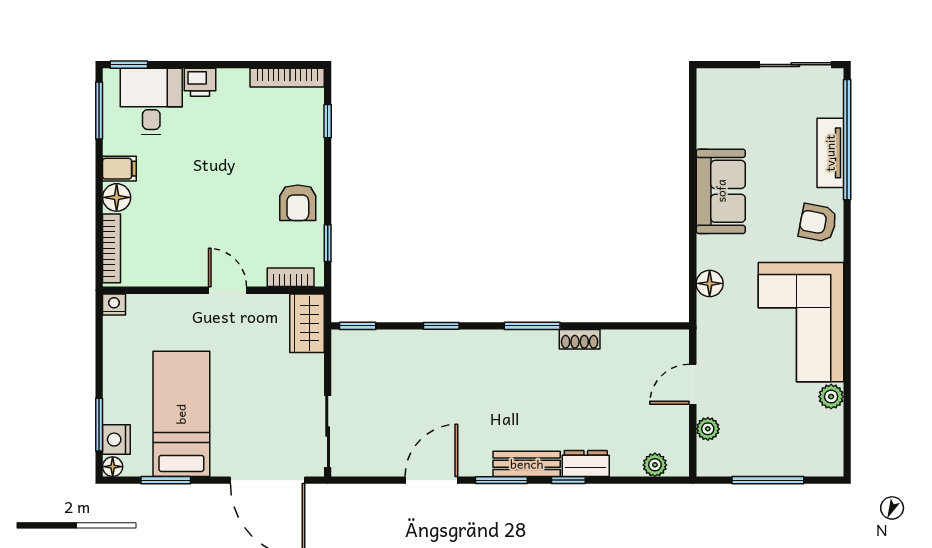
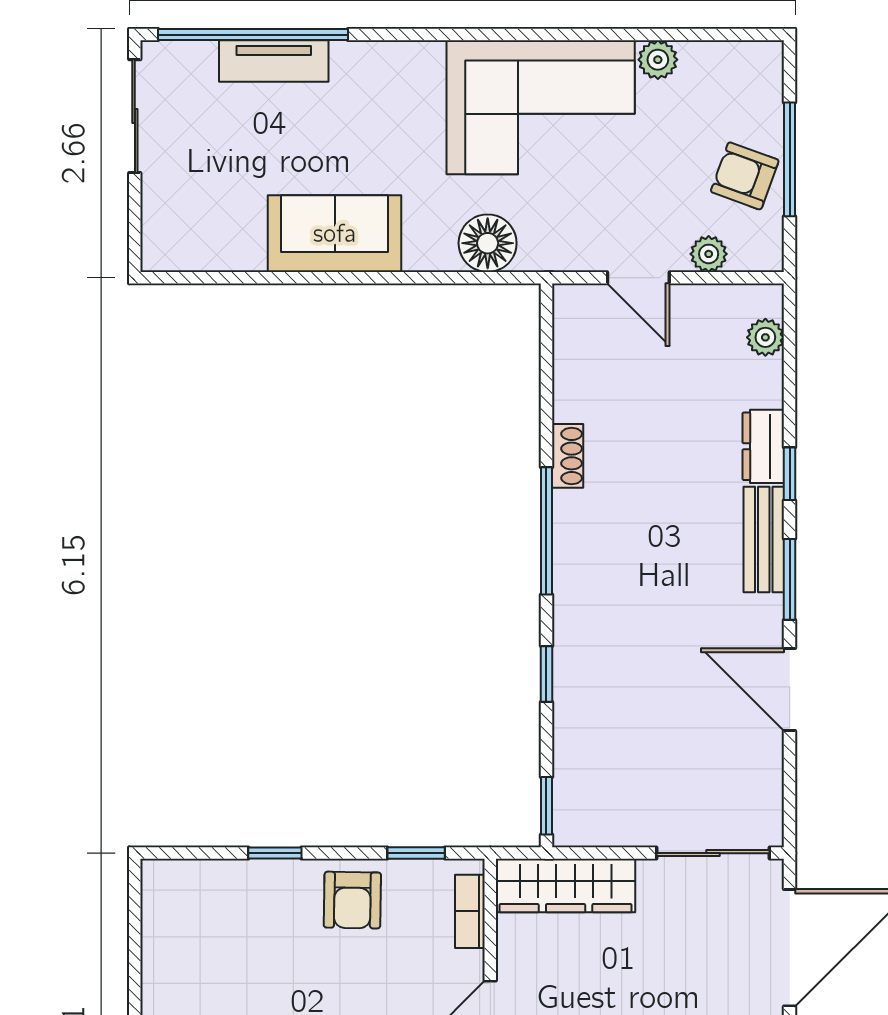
bookcase: (287, 78) -> (155, 917), removed
window: (328, 121) -> (275, 853), moved
armchair: (298, 203) -> (352, 900), turned 91
armchair: (818, 223) -> (745, 176), moved, turned 99
floor lamp: (710, 283) -> (488, 243), width x1.38, depth x1.38
wardrobe: (307, 323) -> (566, 886), width x1.50
window: (532, 326) -> (546, 531), width x1.44

